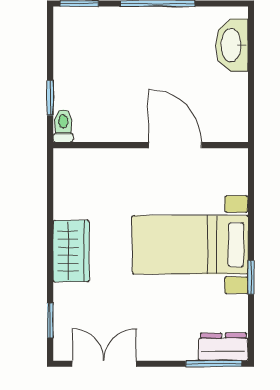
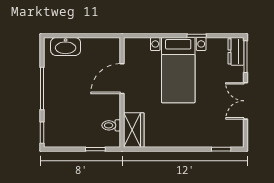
toilet: (63, 126) -> (111, 125), moved
wardrobe: (71, 251) -> (134, 130), moved, turned 90
double door: (104, 364) -> (245, 101), moved

